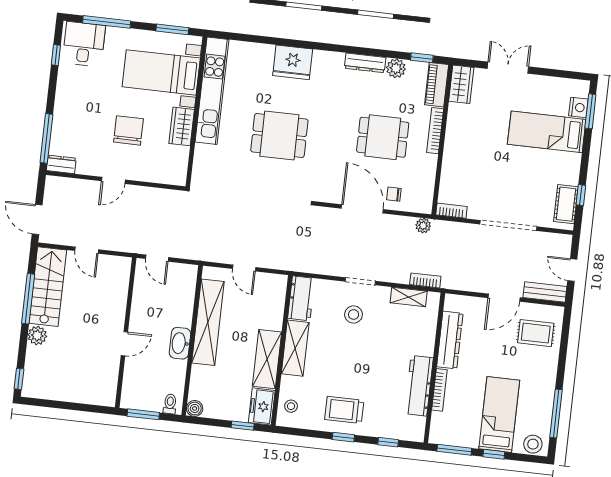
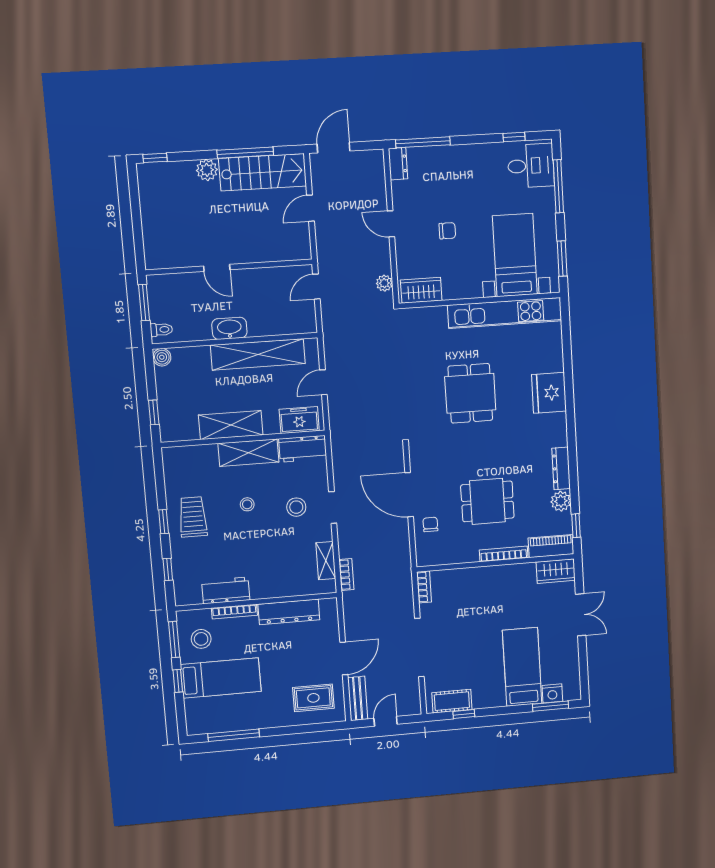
wardrobe: (182, 126) -> (421, 290), moved
chair: (128, 130) -> (447, 231), width x0.54, depth x0.54
dining table: (383, 137) -> (487, 501), turned 90
door: (362, 209) -> (409, 495), swing flipped
plant: (423, 226) -> (384, 283), moved
door: (504, 298) -> (344, 658), swing flipped
rug: (536, 333) -> (313, 698), turned 90
workbench: (419, 386) -> (226, 590), width x0.73
freezer: (262, 406) -> (299, 420), moved
stool: (291, 406) -> (247, 504), moved
stool: (533, 444) -> (201, 639), moved

